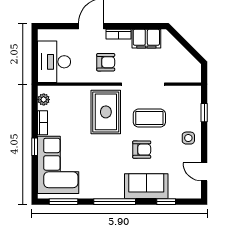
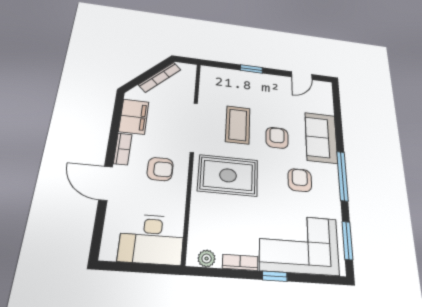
bookcase: (185, 54) -> (160, 77), added
armchair: (106, 62) -> (160, 169), turned 90
window: (204, 113) -> (251, 69), moved
side table: (188, 138) -> (263, 86), removed
armchair: (108, 167) -> (300, 180), added
window: (166, 202) -> (338, 118), removed

